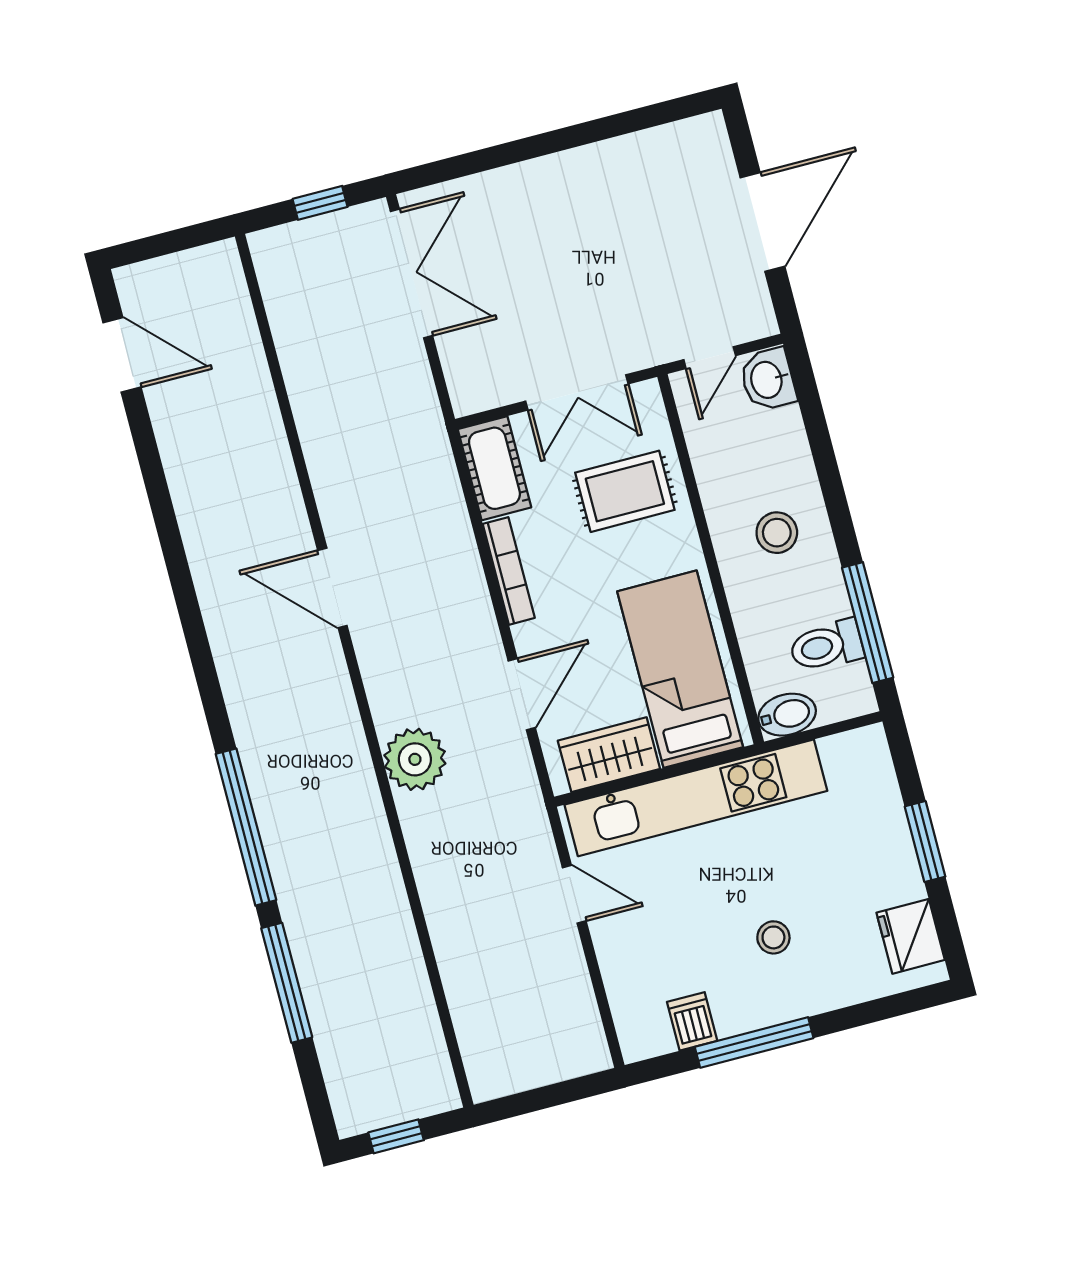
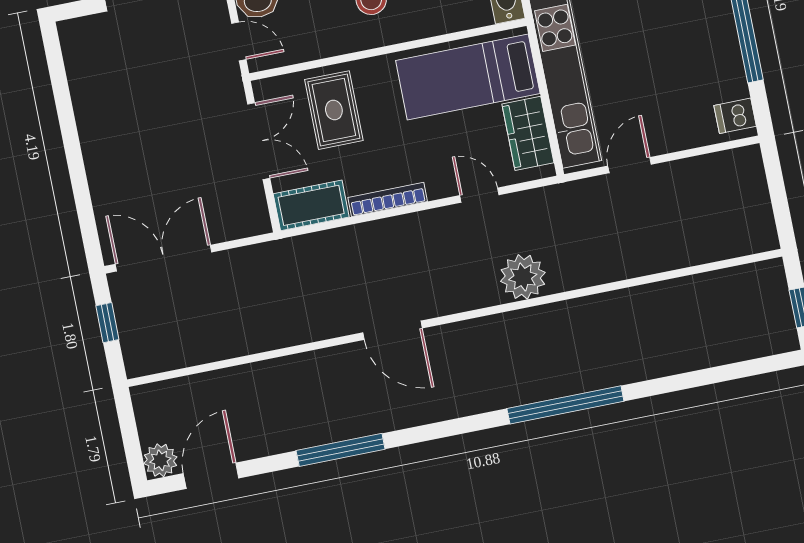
plant: (139, 285) -> (160, 460), added
door: (332, 588) -> (392, 330), hinge flipped
door: (522, 694) -> (479, 195), width x0.73
stool: (773, 937) -> (670, 20), removed
window: (287, 983) -> (341, 450), moved
dishwasher: (692, 1021) -> (735, 116), moved

